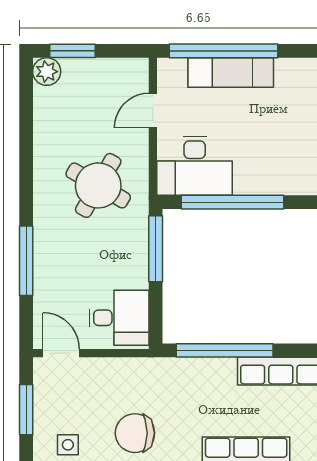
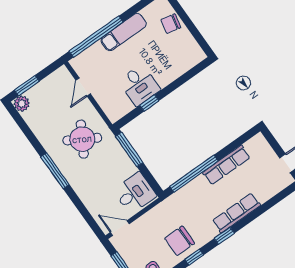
exam couch: (231, 73) -> (124, 32), moved
desk: (195, 166) -> (139, 85), moved, width x0.73
window: (233, 202) -> (149, 103), width x0.32
window: (26, 261) -> (55, 171), moved

